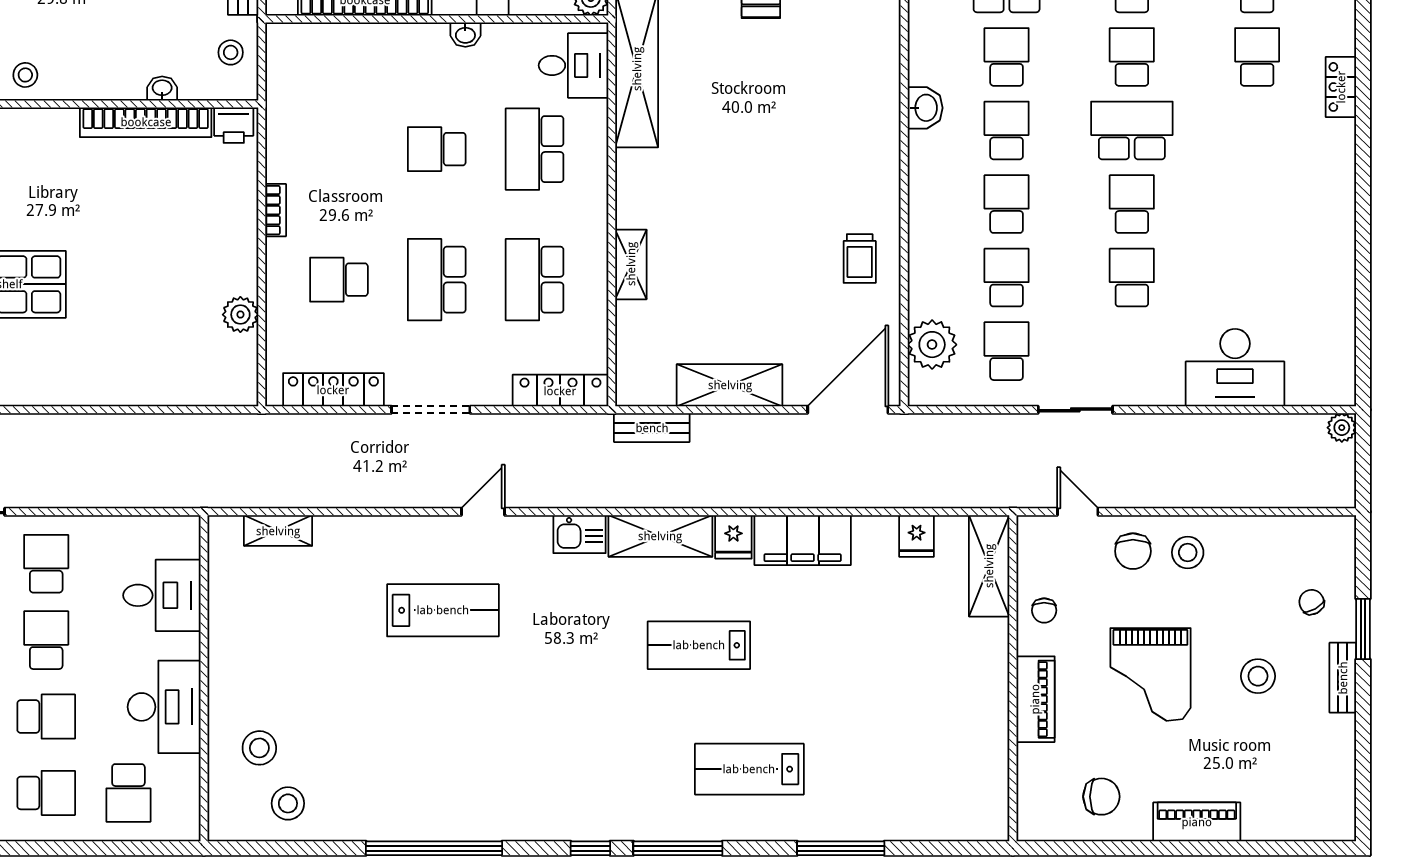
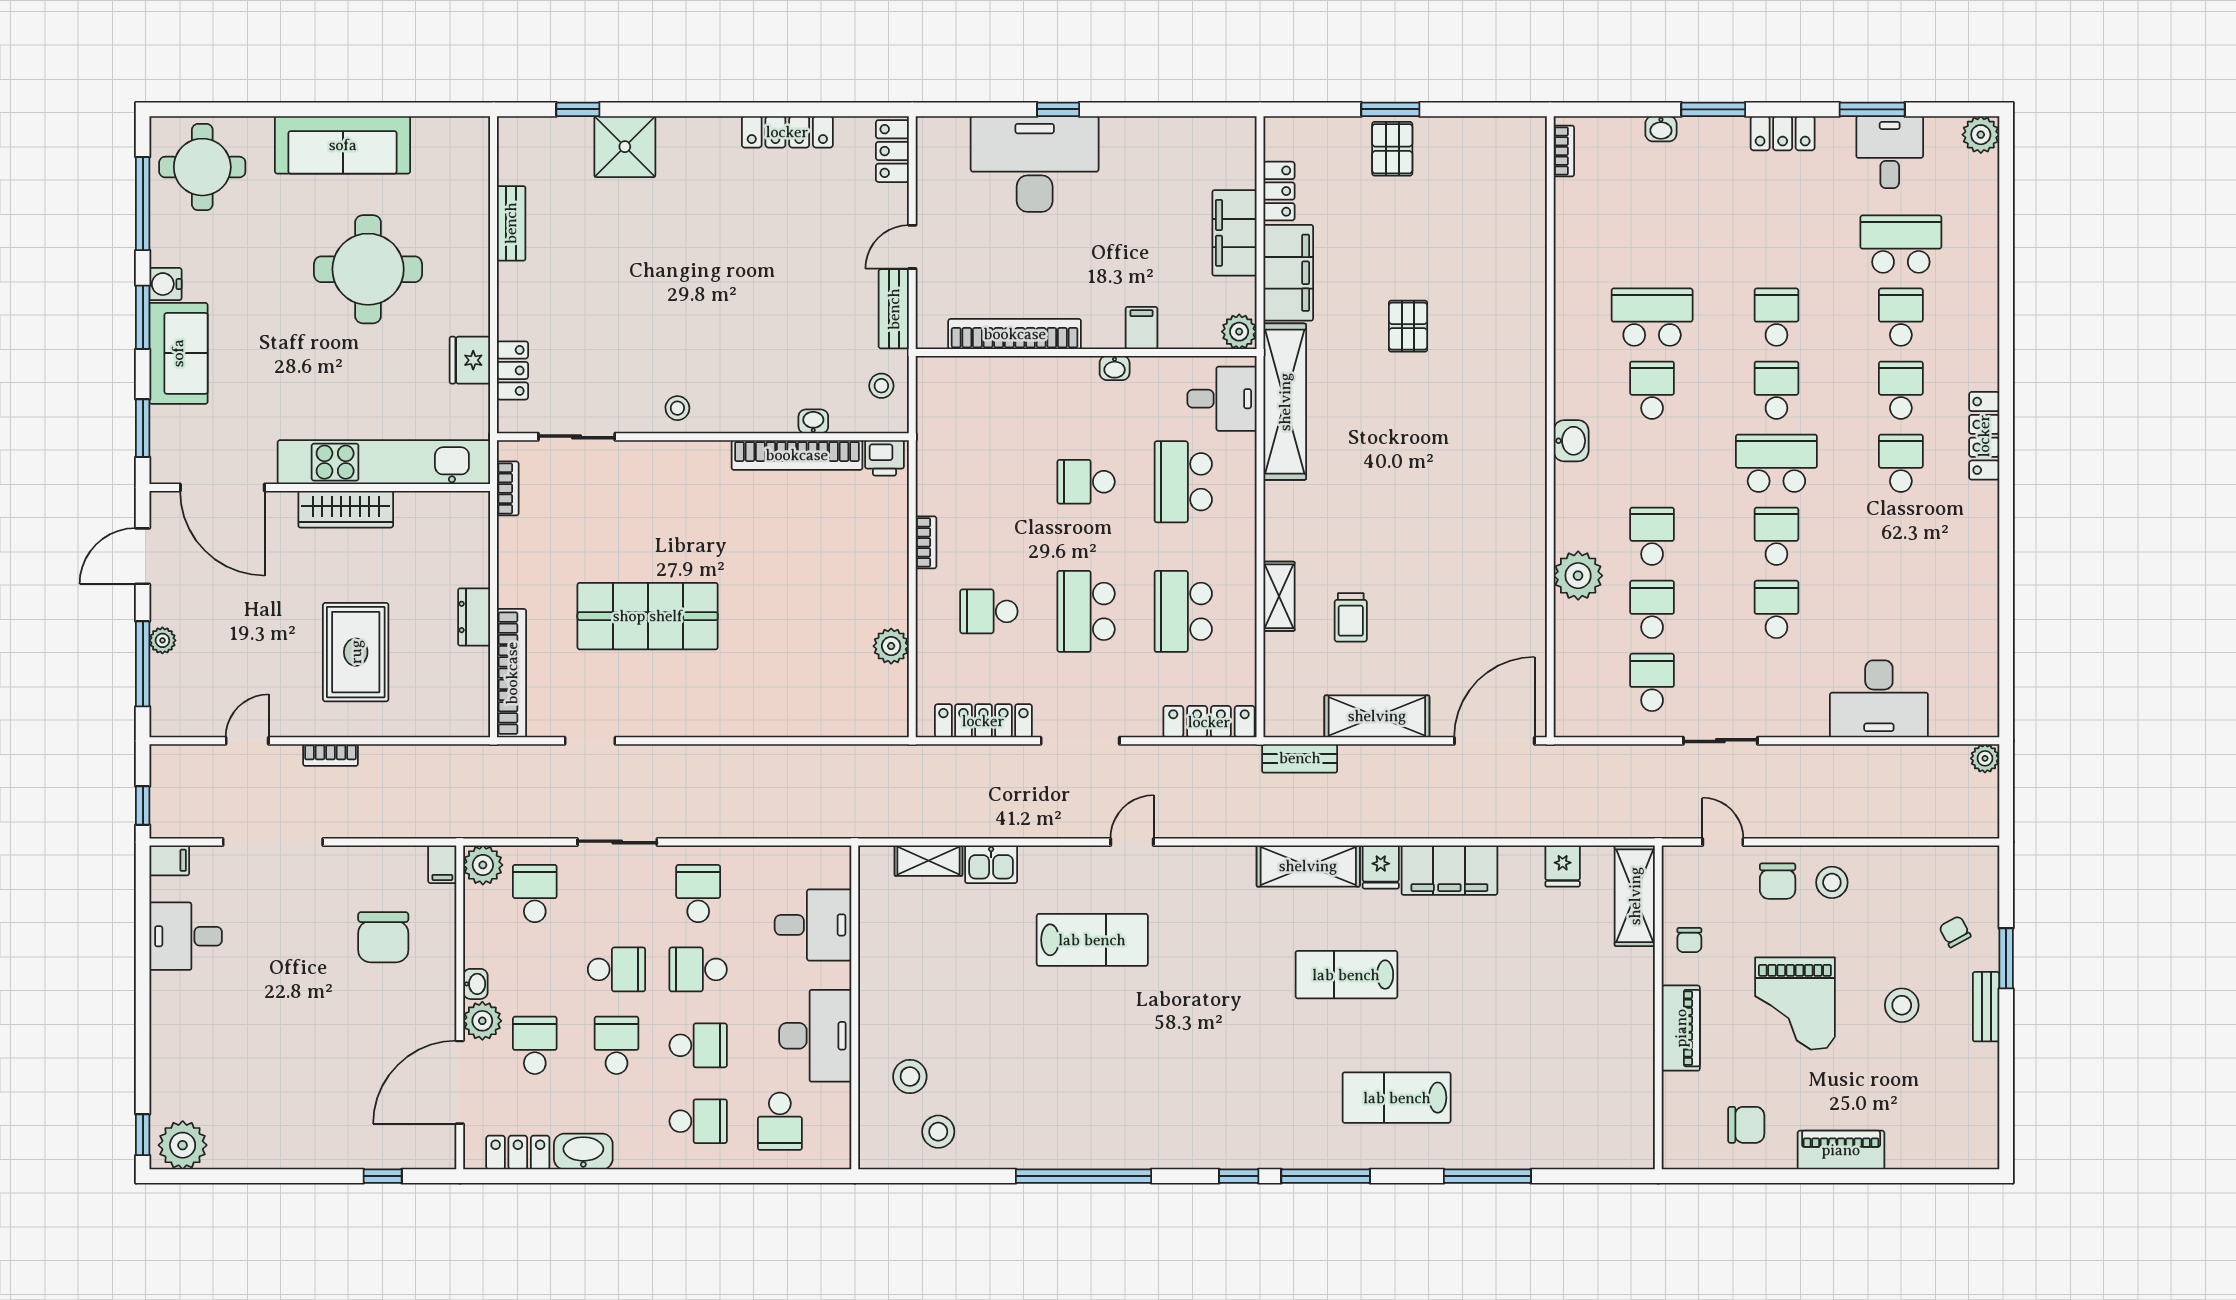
locker: (1341, 87) -> (1984, 436), width x1.53
school desk: (1007, 130) -> (1901, 463), moved
trolley: (860, 258) -> (1351, 617), moved
plant: (932, 345) -> (1578, 576), moved
kitchen sink: (580, 534) -> (991, 864), moved
school desk: (46, 640) -> (698, 969), turned -90

